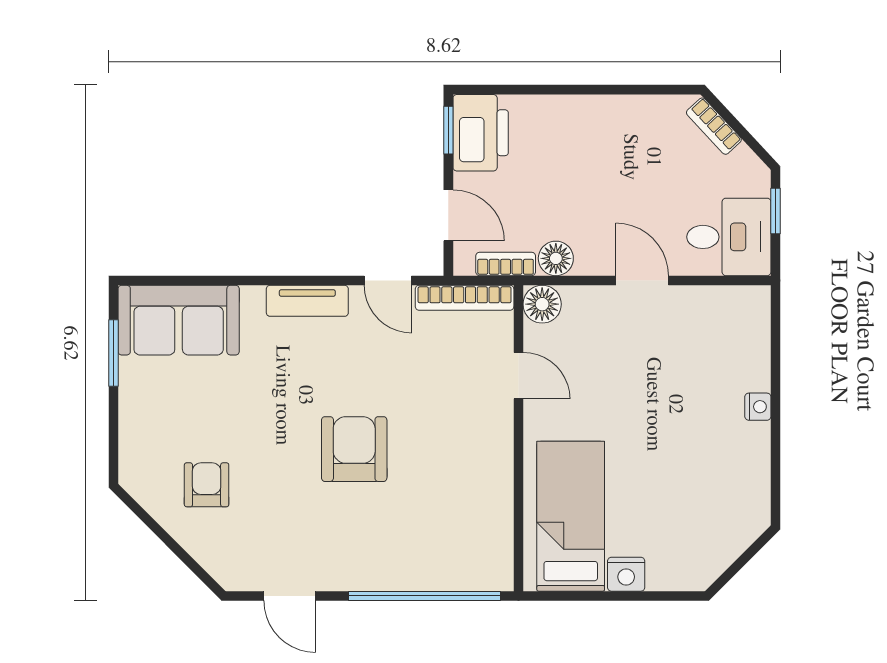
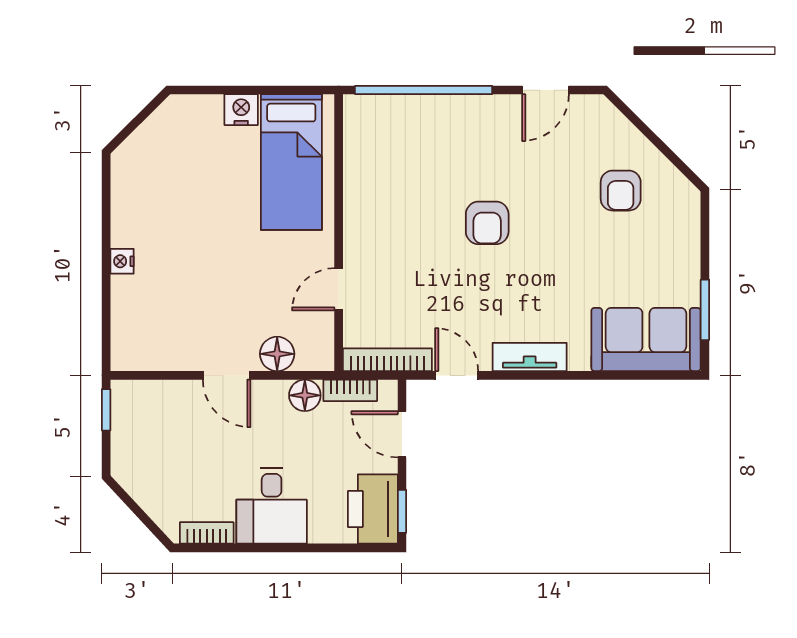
bookcase: (714, 126) -> (207, 533), moved, turned -47
window: (776, 211) -> (106, 410), moved
desk: (729, 237) -> (272, 506), moved, turned -90
floor lamp: (542, 304) -> (277, 354), moved
door: (518, 376) -> (339, 289), hinge flipped
armchair: (354, 449) -> (487, 223), width x0.72, depth x0.72
door: (290, 596) -> (545, 90), swing flipped

